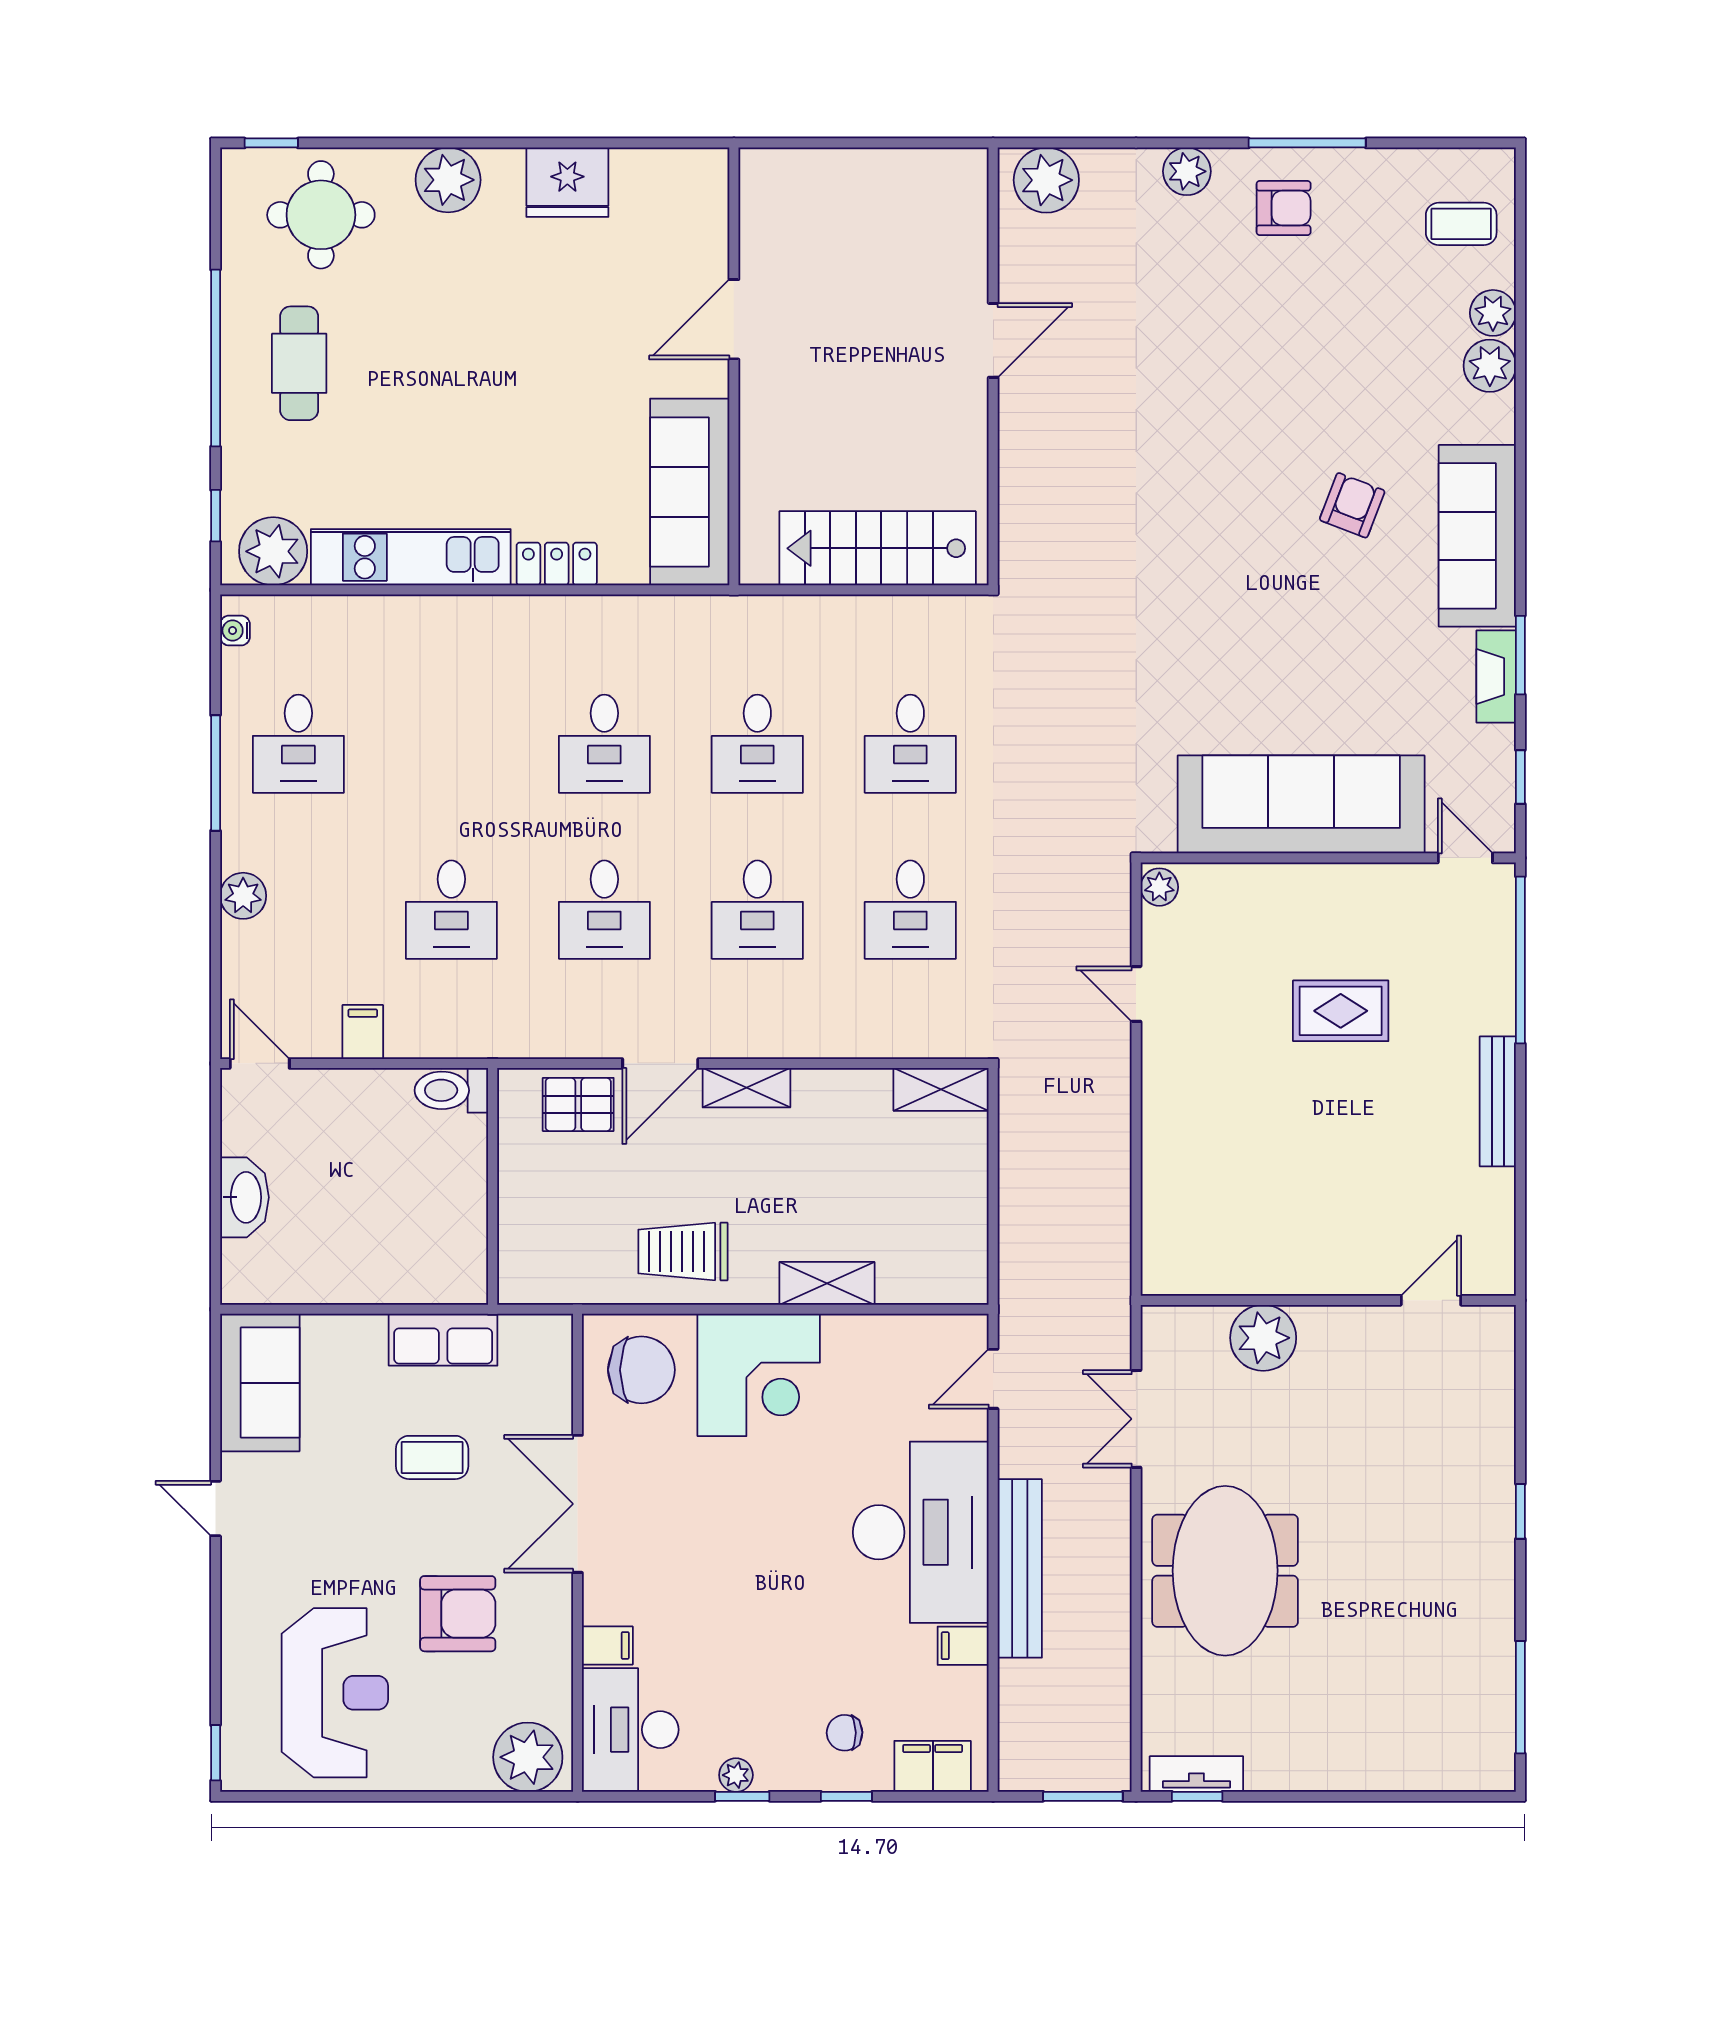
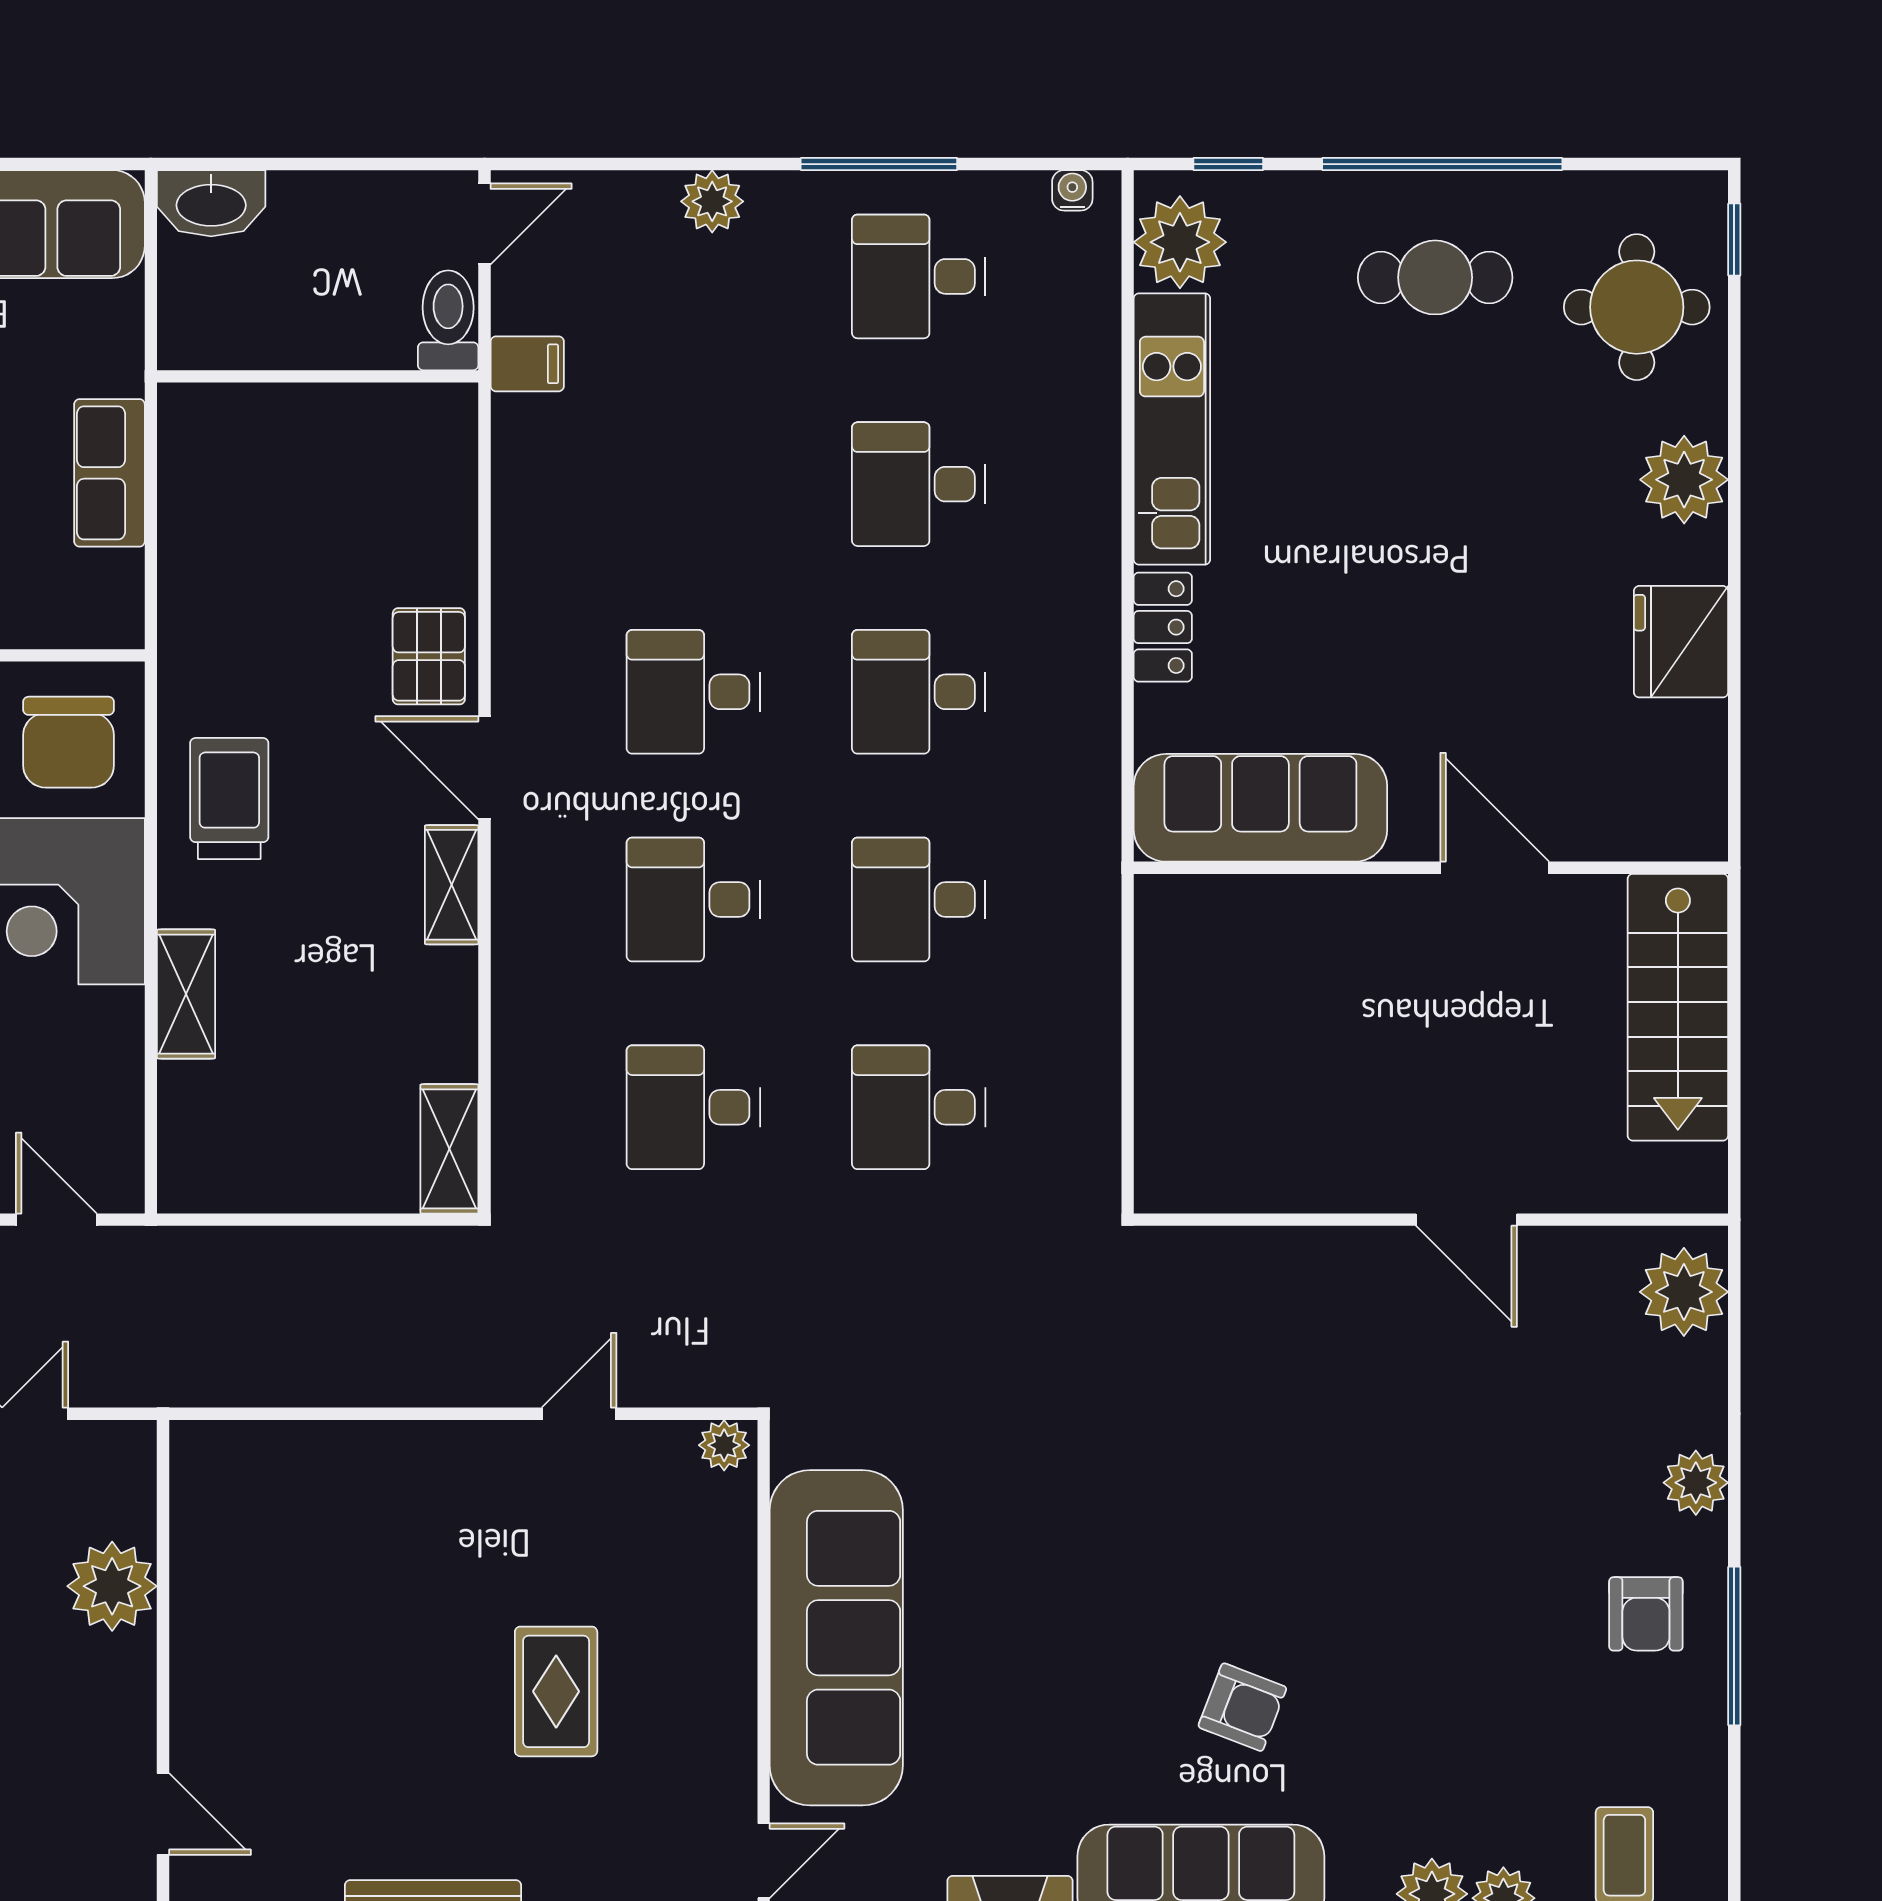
stairs: (878, 548) -> (1678, 1007), moved, turned 180
desk: (451, 910) -> (919, 484), moved
toilet: (451, 1090) -> (448, 320), moved
wall: (493, 1186) -> (318, 376), moved
washbasin: (244, 1197) -> (211, 203), moved

